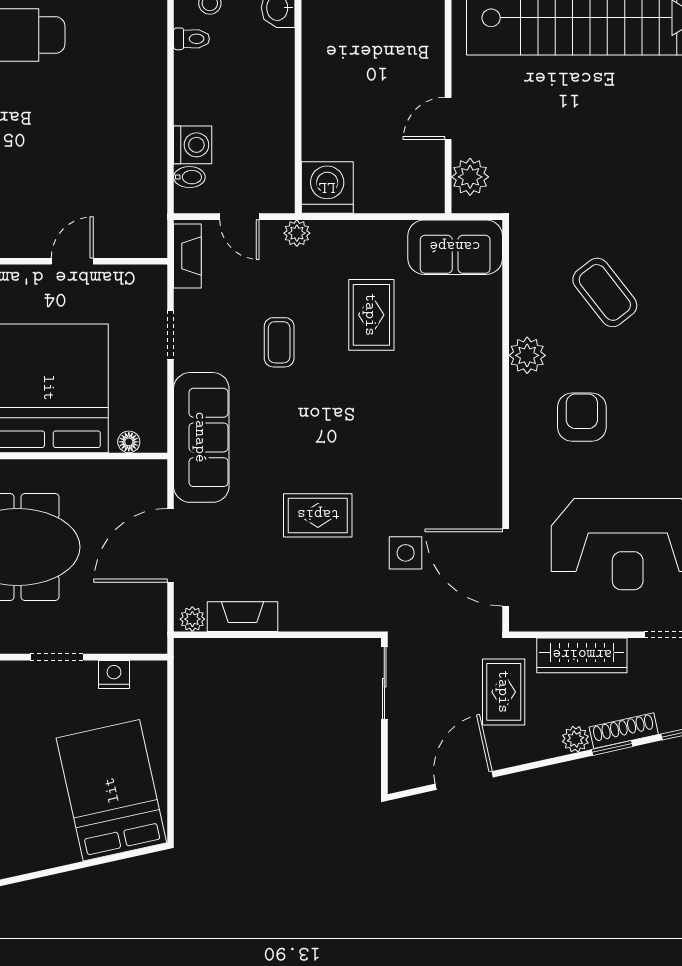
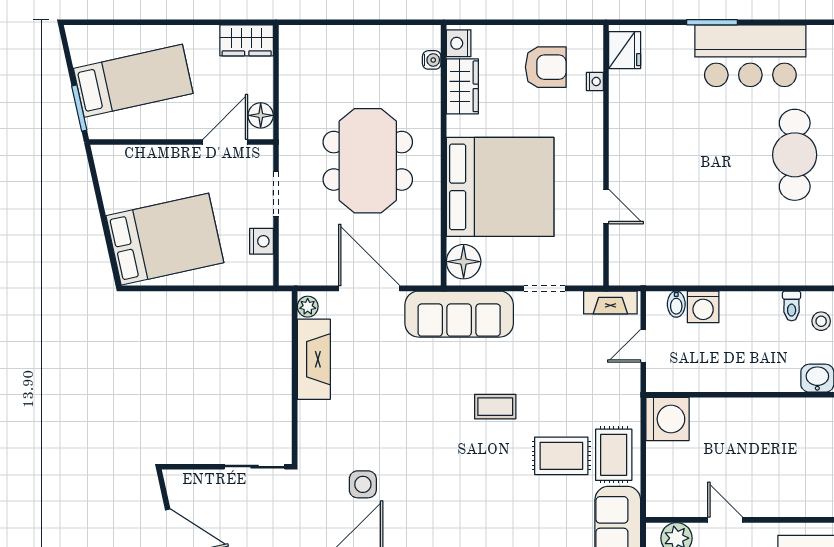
plant: (297, 233) -> (629, 394), removed
coffee table: (279, 342) -> (495, 407), moved
floor lamp: (129, 442) -> (464, 262), width x1.89, depth x1.89
rug: (318, 515) -> (614, 455), moved
fireplace: (243, 617) -> (314, 359), width x1.37, depth x1.32

